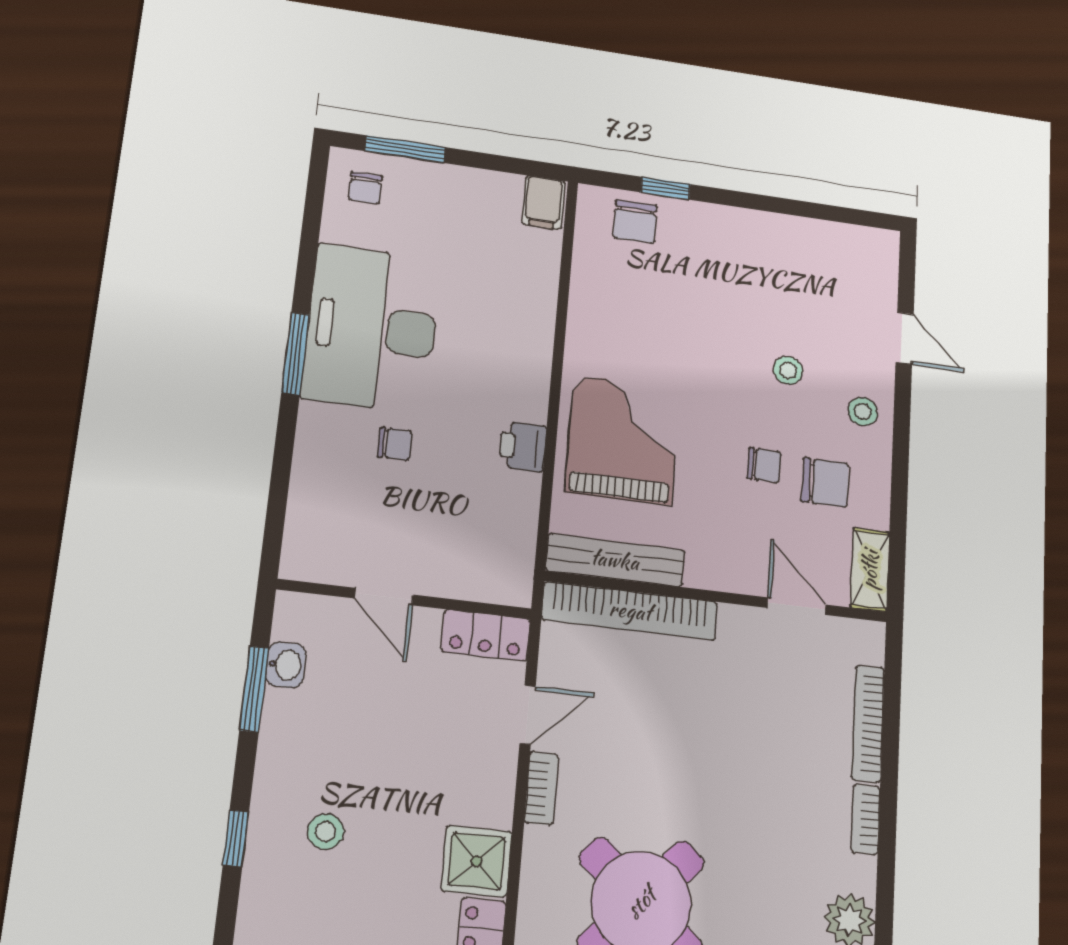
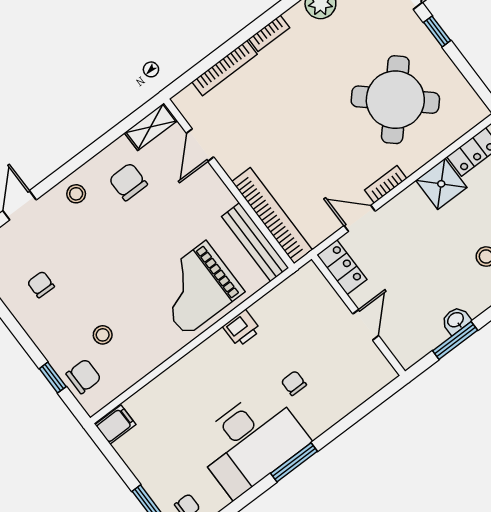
stool: (788, 370) -> (103, 335), moved
chair: (764, 465) -> (41, 284), moved
washbasin: (286, 665) -> (456, 320), moved

